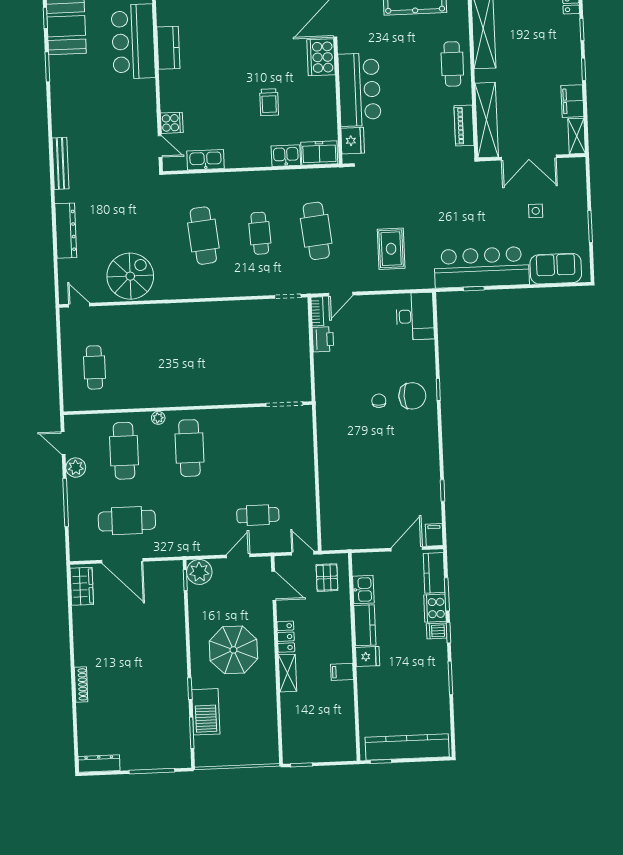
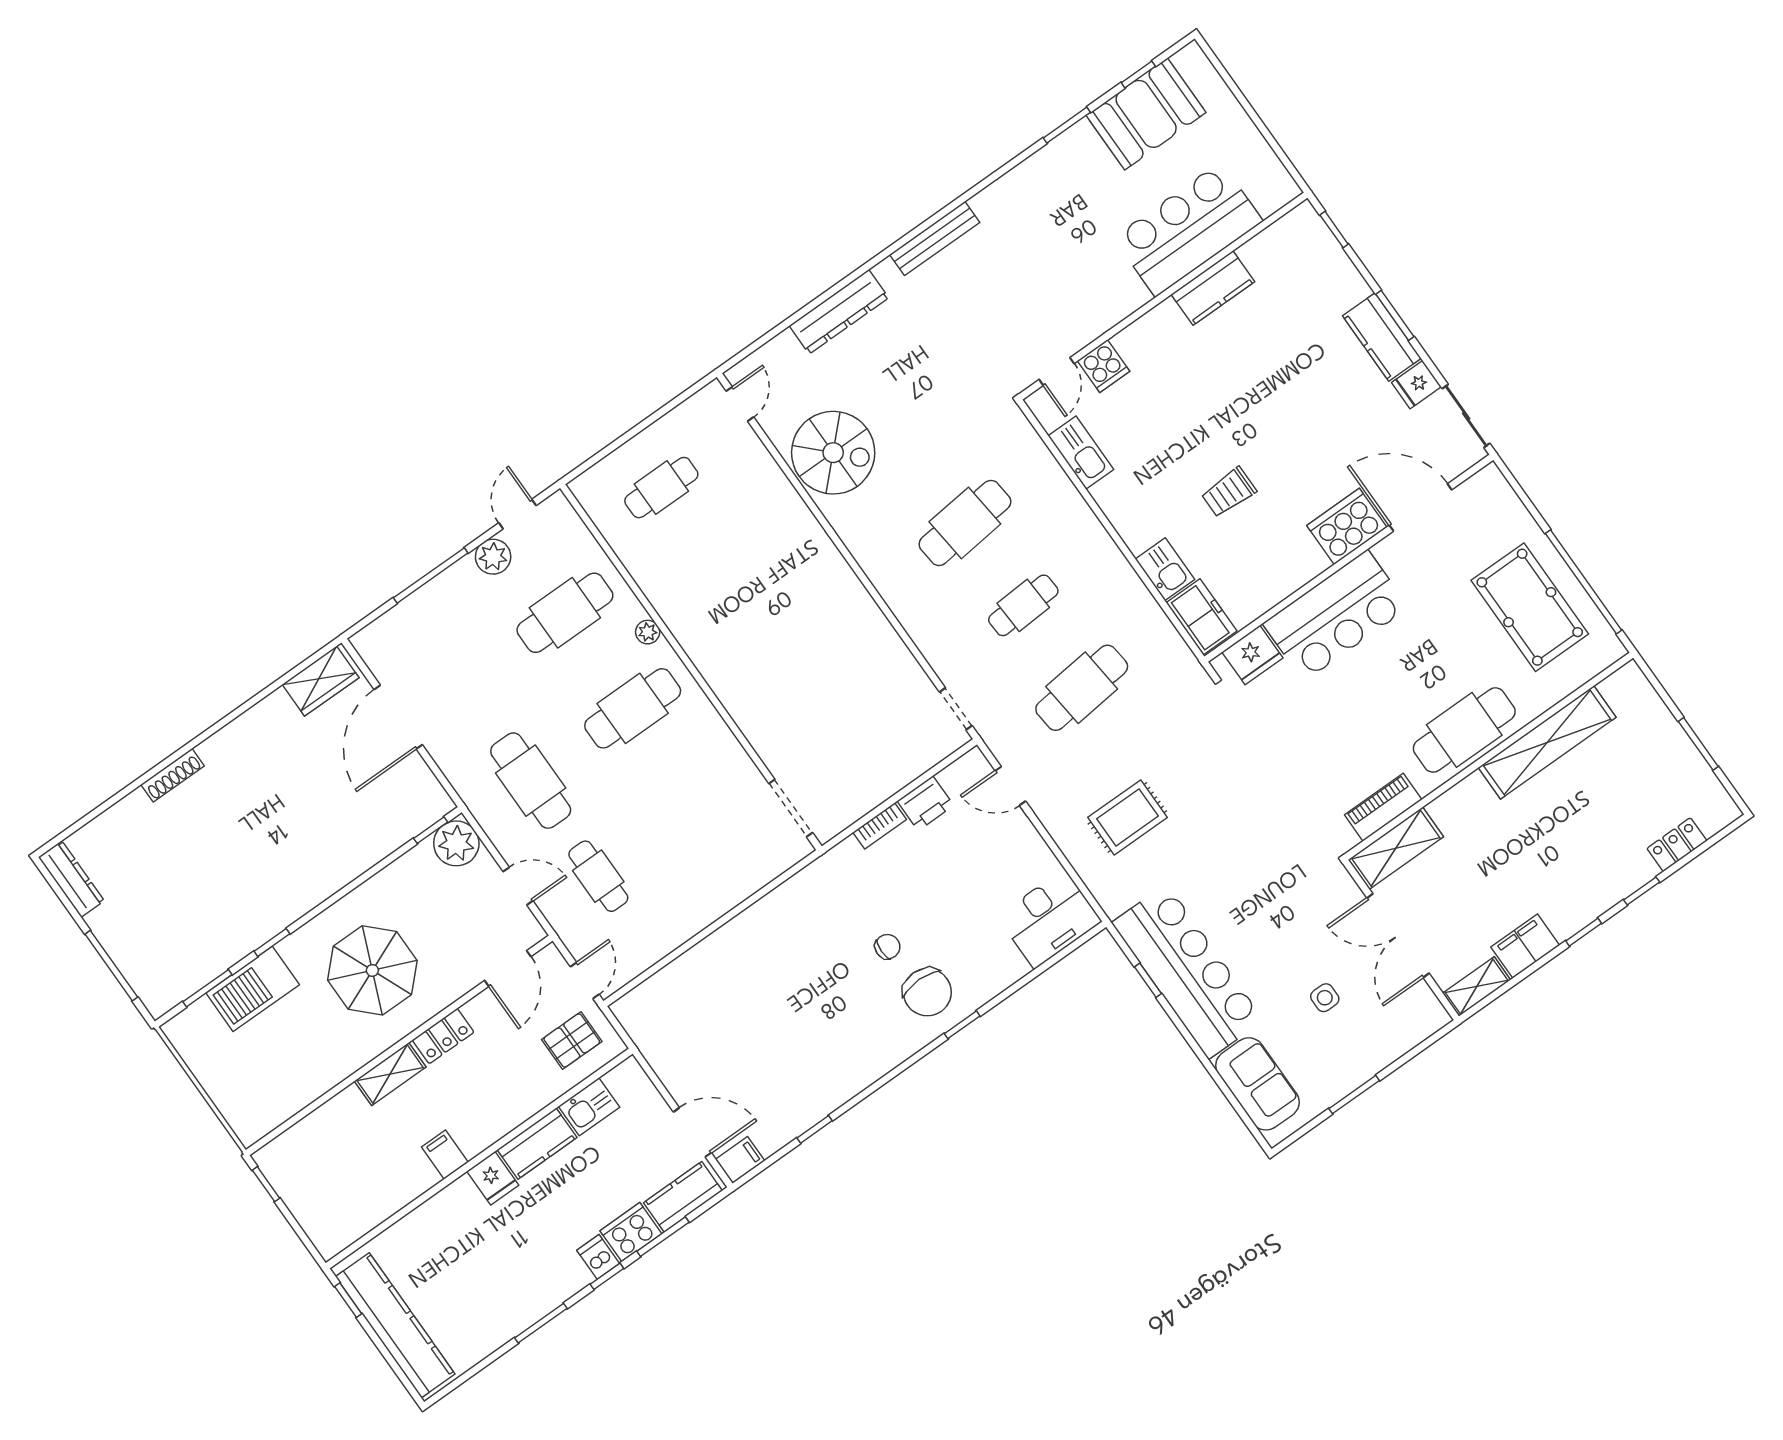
cafe table: (452, 64) -> (1464, 730), width x1.37, depth x1.35
shelving: (487, 120) -> (1396, 848), width x0.68
bookcase: (317, 311) -> (880, 826), moved
cafe table: (127, 521) -> (531, 781), moved

